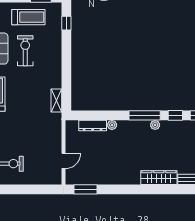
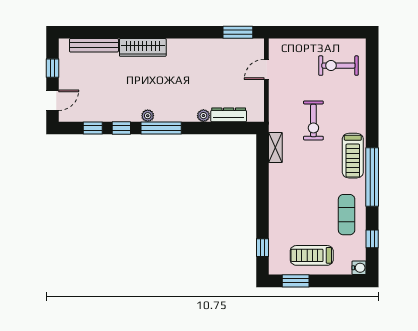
exercise bike: (25, 51) -> (313, 120), moved

